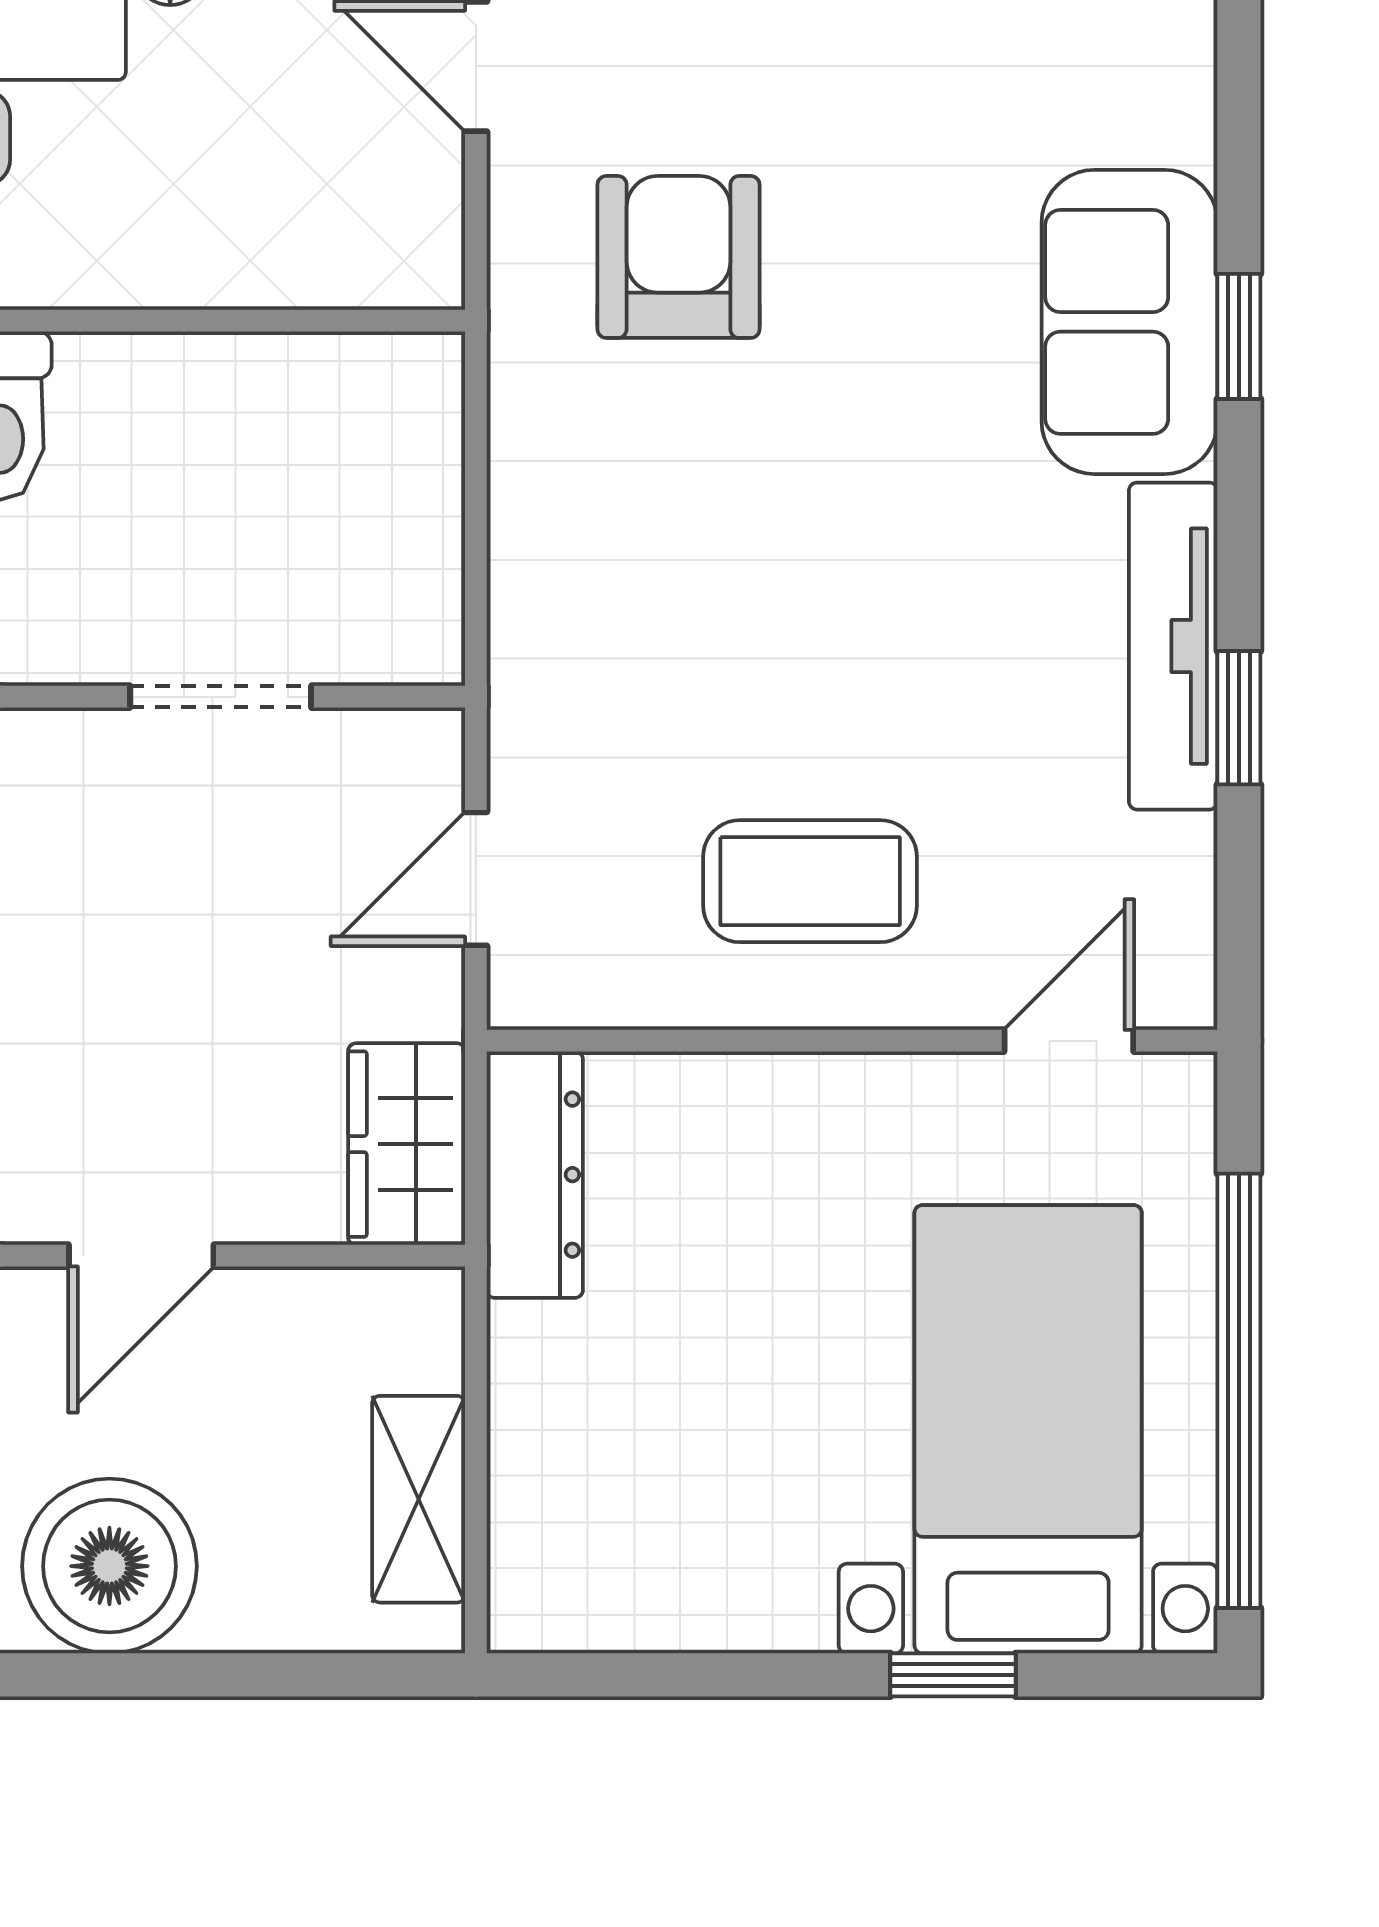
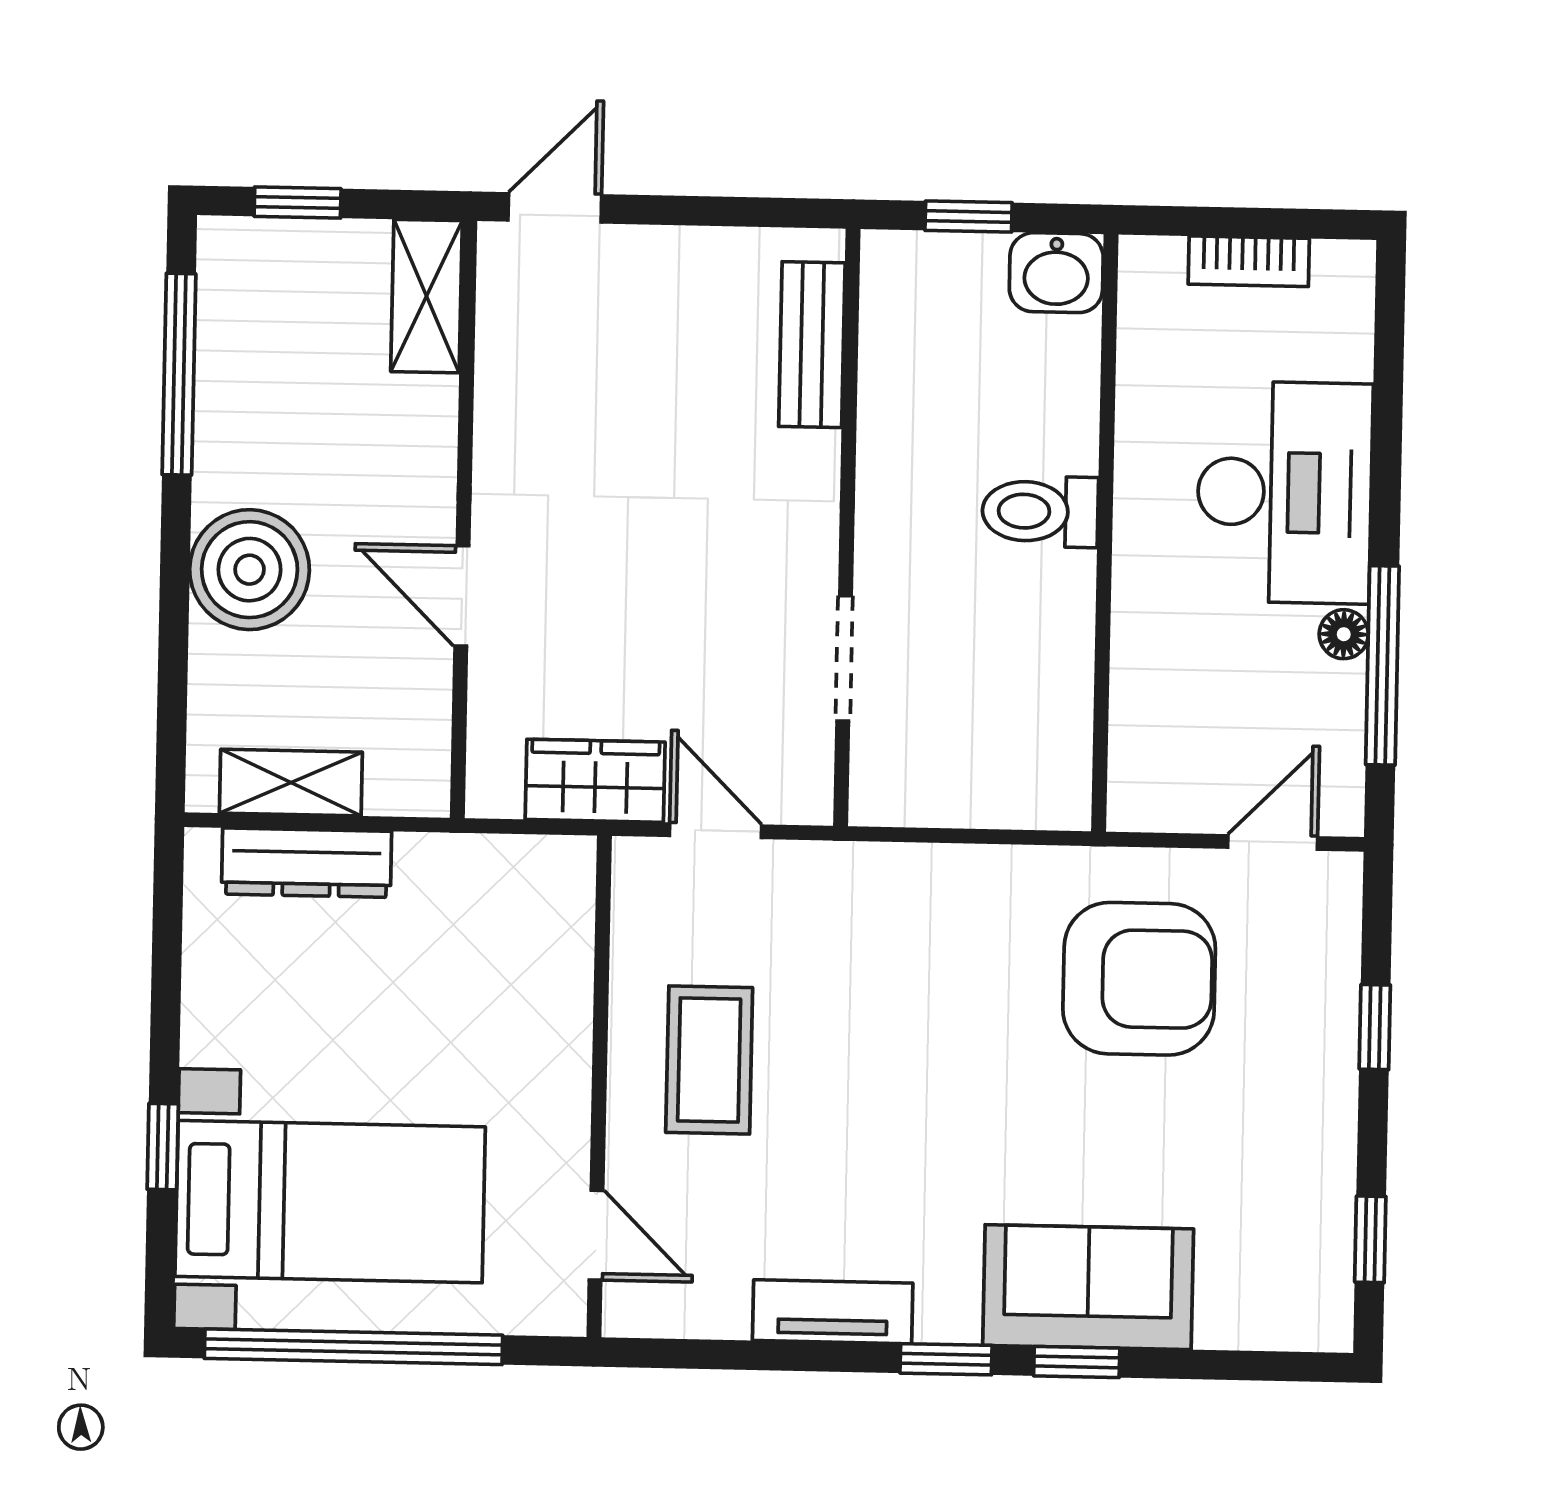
armchair: (679, 257) -> (1139, 979), width x1.36, depth x1.36
tv unit: (1173, 646) -> (833, 1312), width x0.71
window: (1239, 718) -> (946, 1359), moved
wardrobe: (407, 1144) -> (595, 781), moved
dresser: (535, 1175) -> (307, 863), moved

